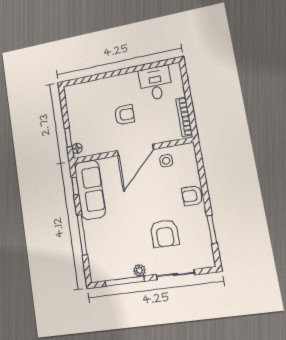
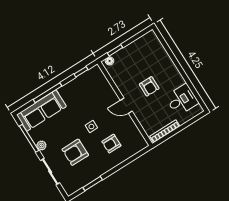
door: (135, 150) -> (126, 106), width x0.53
side table: (166, 161) -> (91, 127), moved
sofa: (90, 190) -> (41, 111), moved
armchair: (192, 196) -> (111, 144), moved, turned -90

